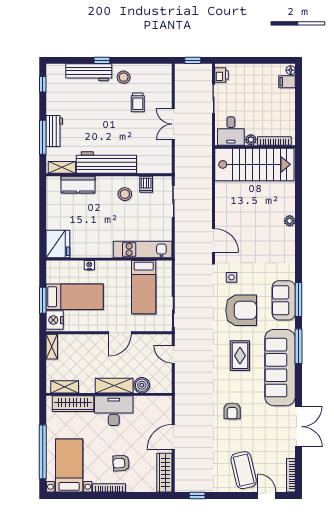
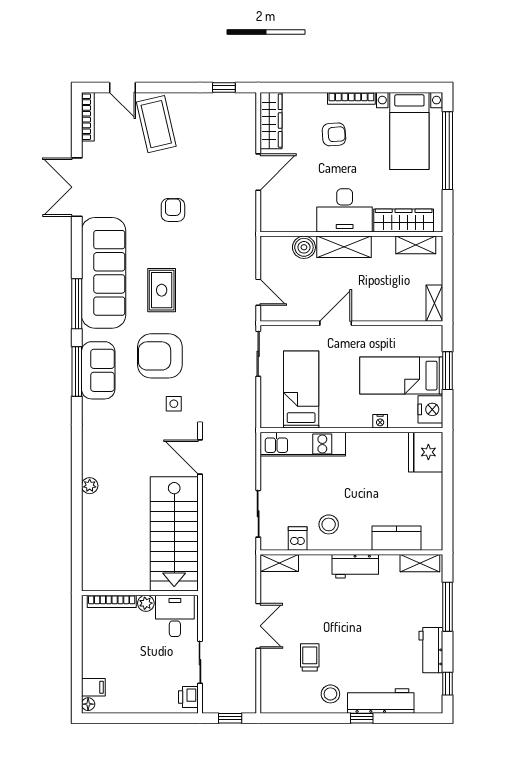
workbench: (54, 131) -> (431, 650), moved
workbench: (106, 163) -> (355, 566), width x0.53, depth x0.76
stairs: (254, 164) -> (174, 534), moved, turned -90
shelving: (159, 168) -> (279, 563), added
nightstand: (55, 320) -> (430, 409), moved

